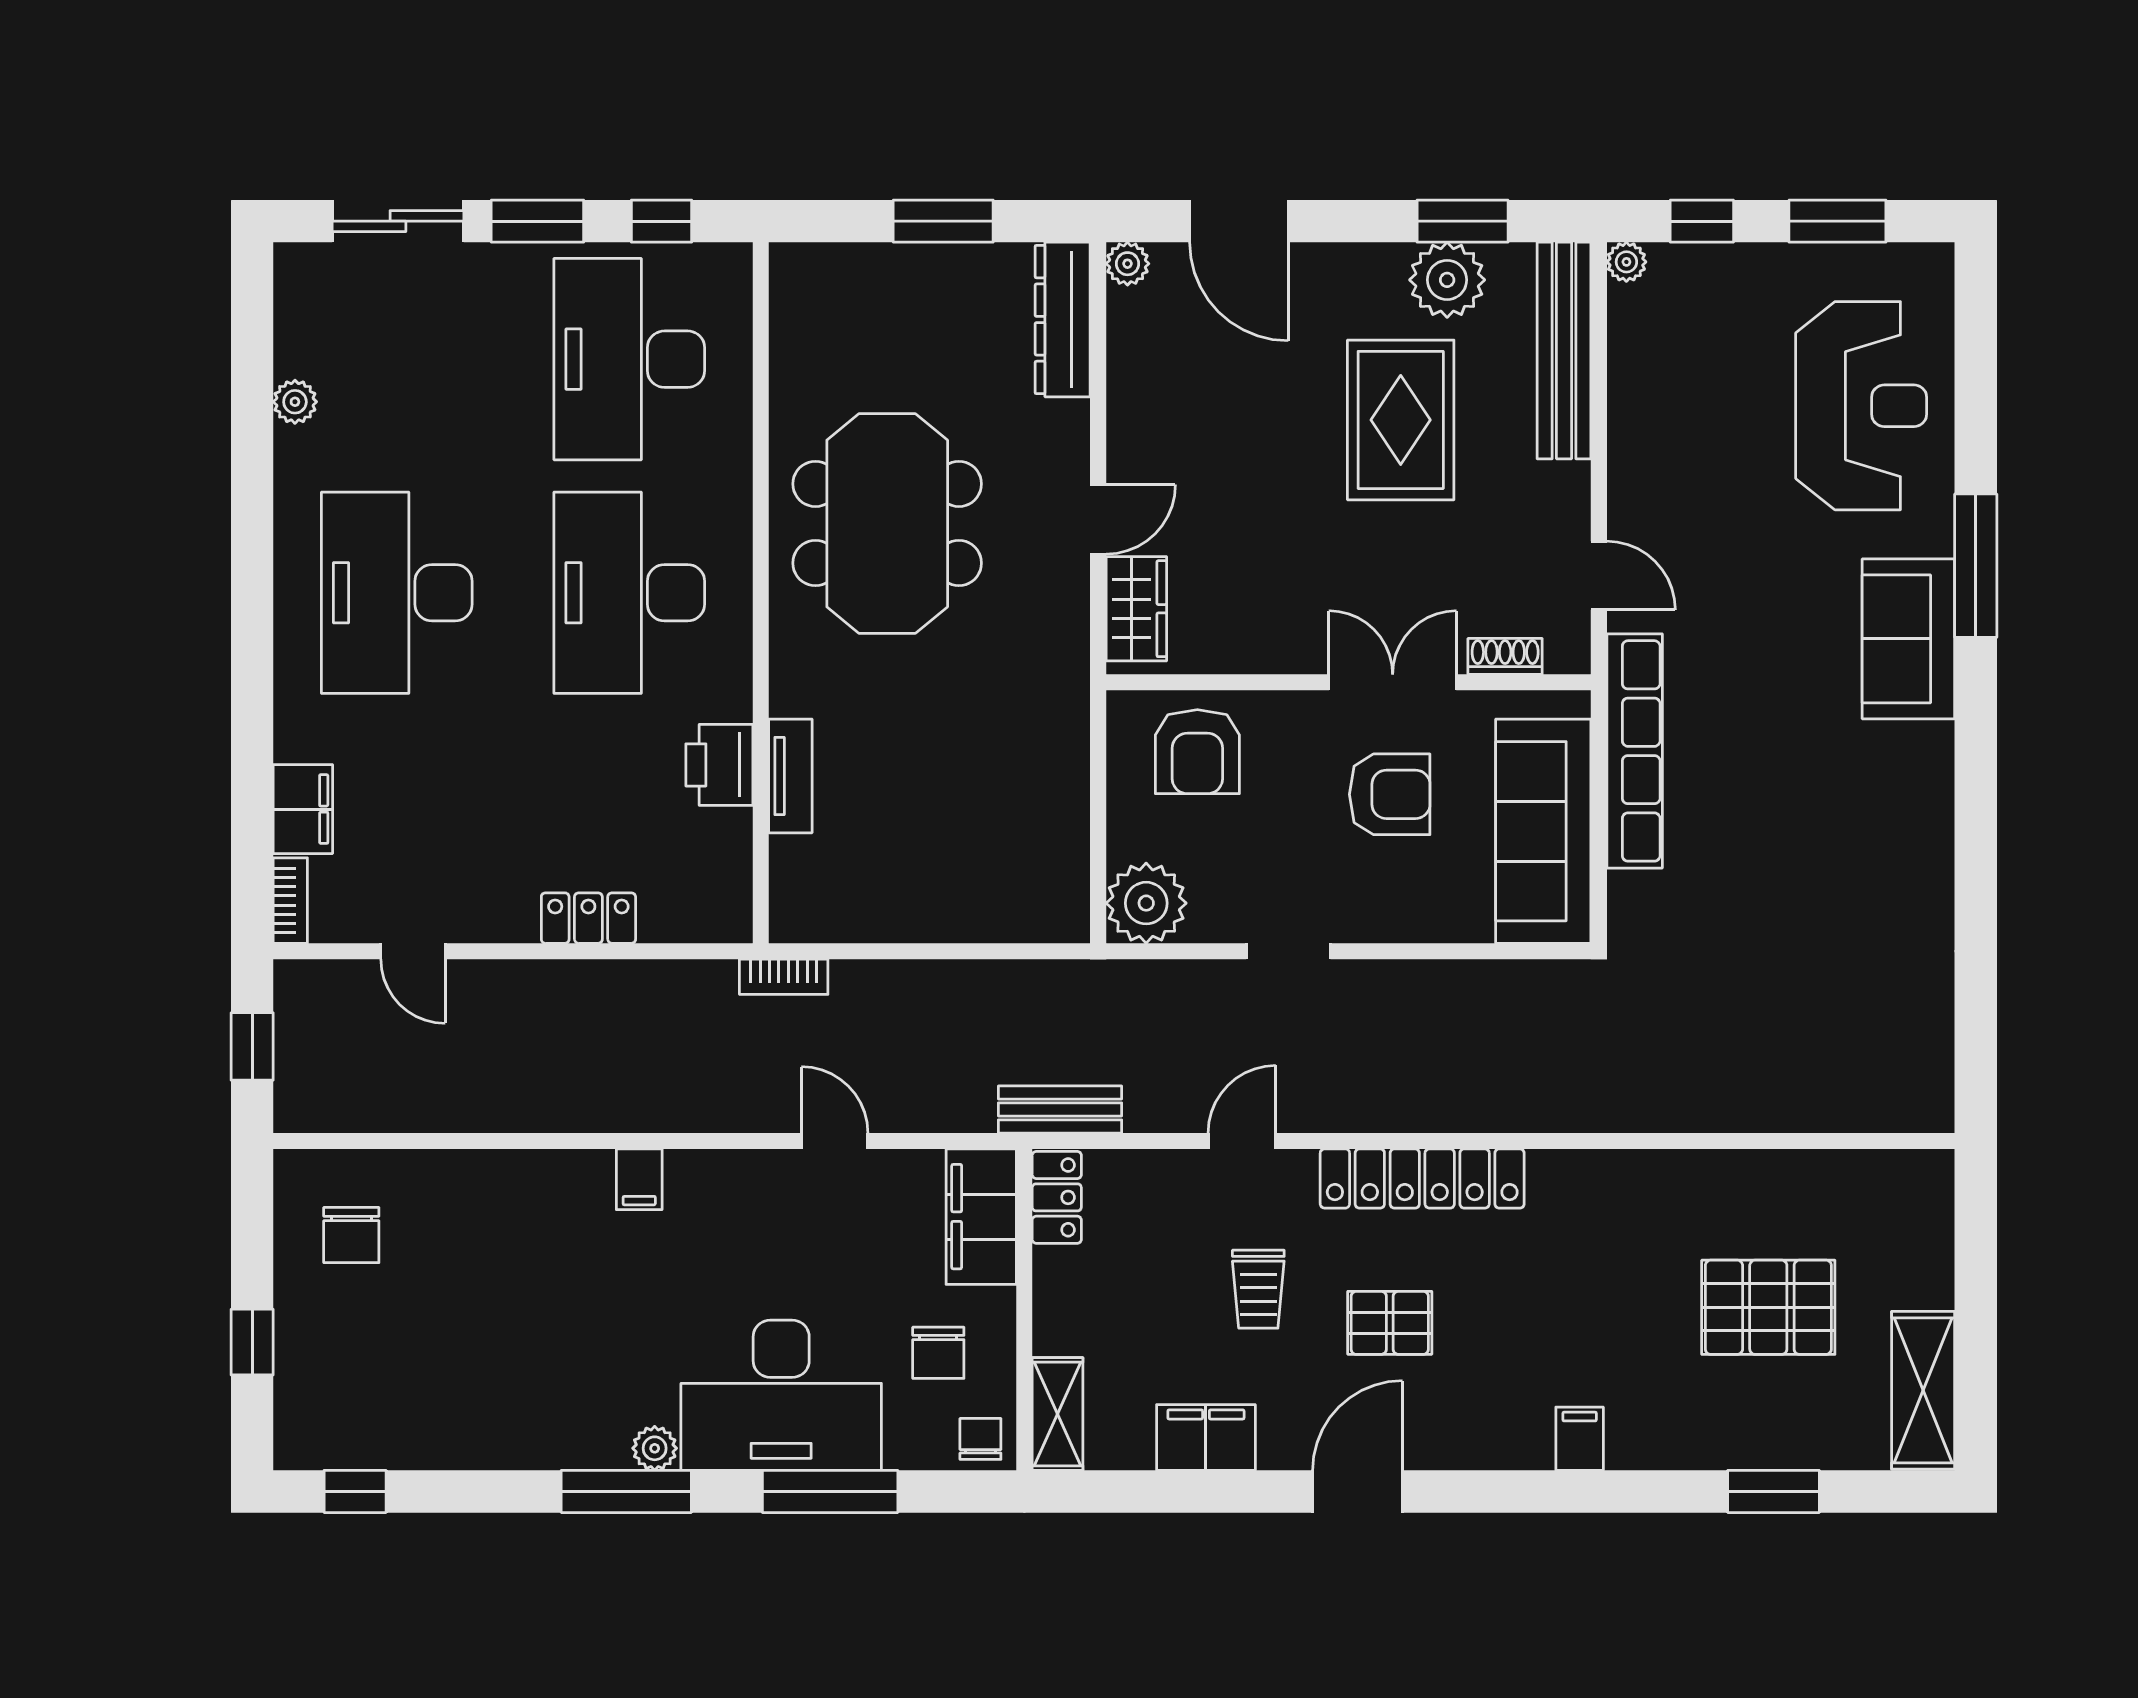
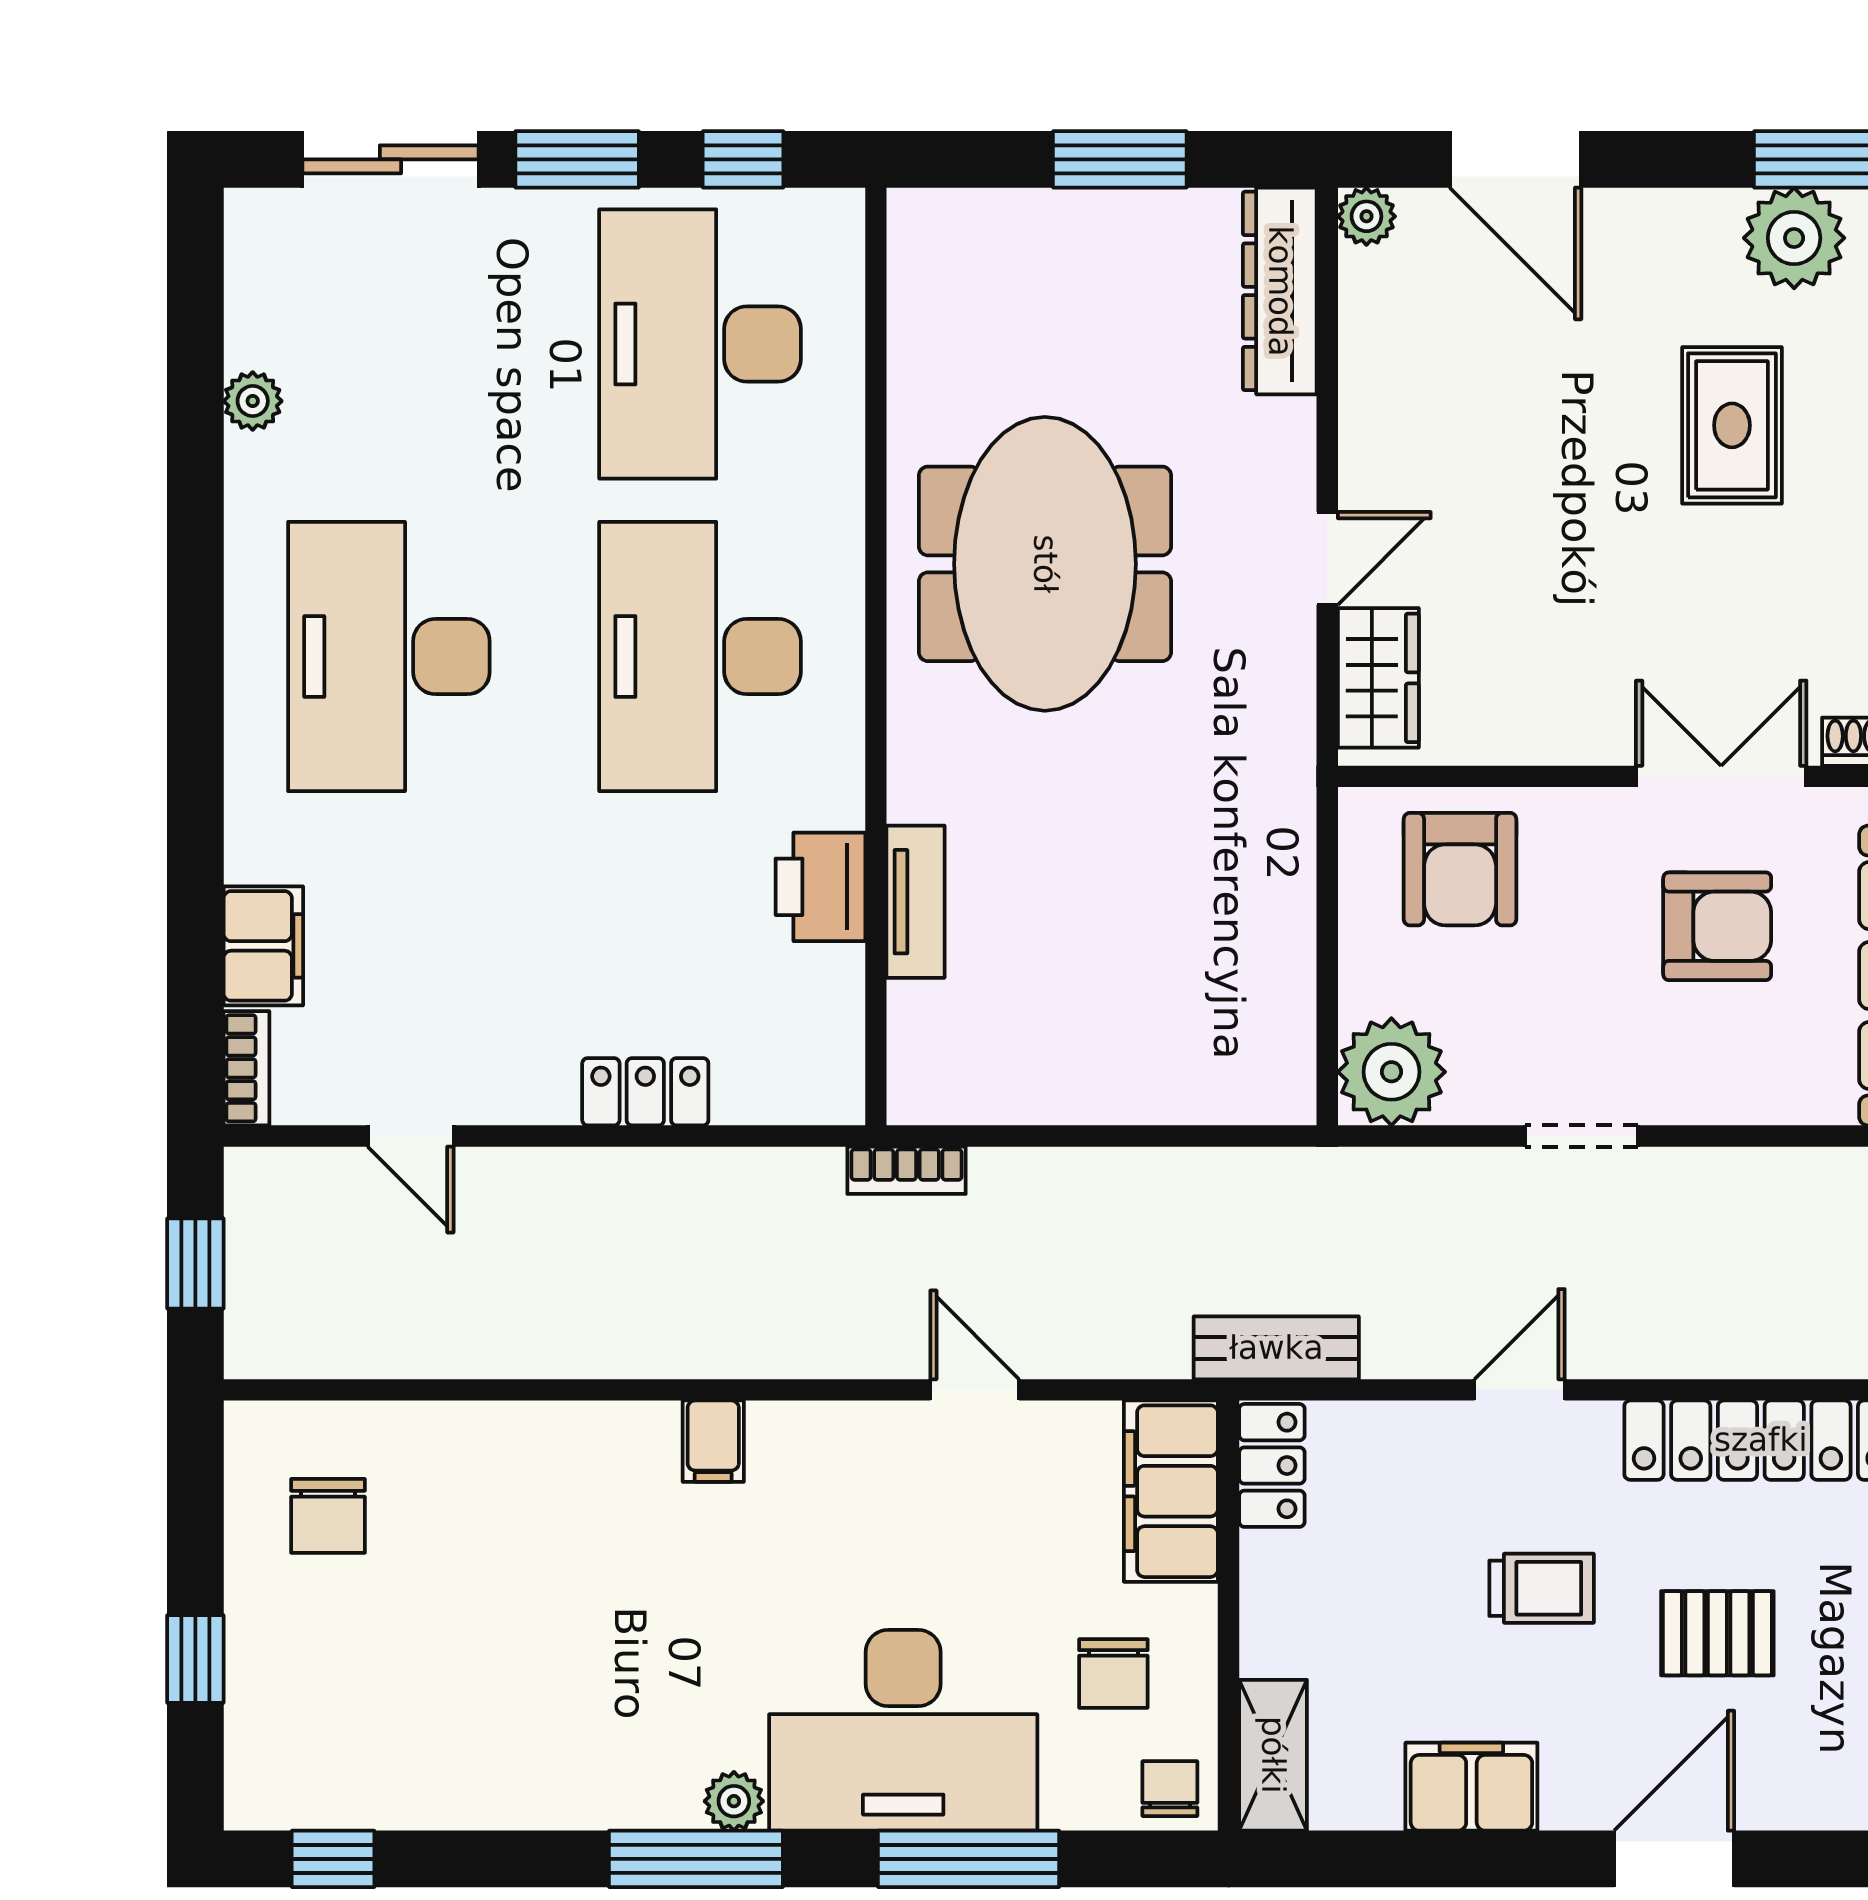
rug: (1401, 420) -> (1732, 425), width x0.73, depth x0.70
trolley: (1258, 1289) -> (1542, 1588), turned -90

